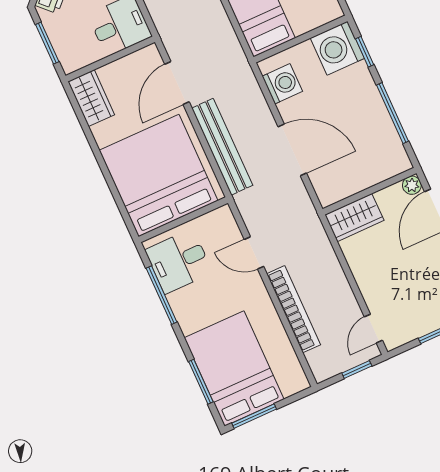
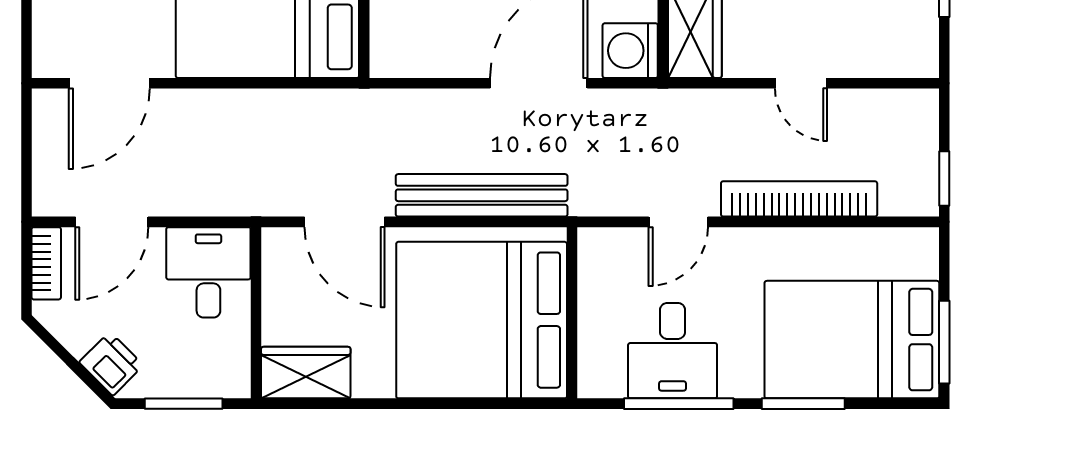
washing machine: (282, 84) -> (630, 51), moved, turned -90
desk: (179, 261) -> (673, 351), moved
door: (373, 329) -> (801, 83), moved
window: (357, 370) -> (944, 179), moved
window: (201, 382) -> (803, 404), moved

